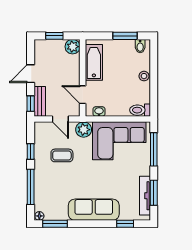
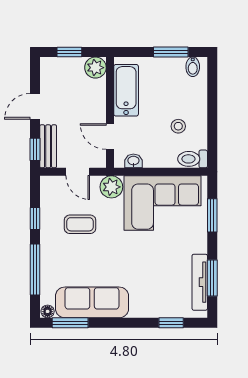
stool: (144, 76) -> (178, 126), moved
window: (154, 149) -> (212, 215), width x0.69
sofa: (94, 210) -> (92, 302), moved

